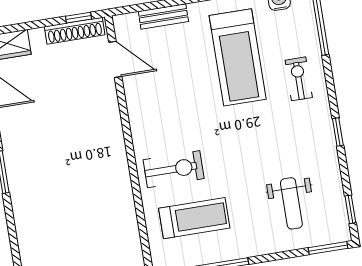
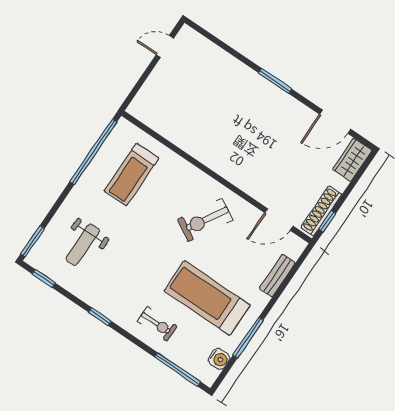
exercise bike: (174, 169) -> (205, 220), moved, turned 30
weight bench: (291, 203) -> (83, 245), turned -90

